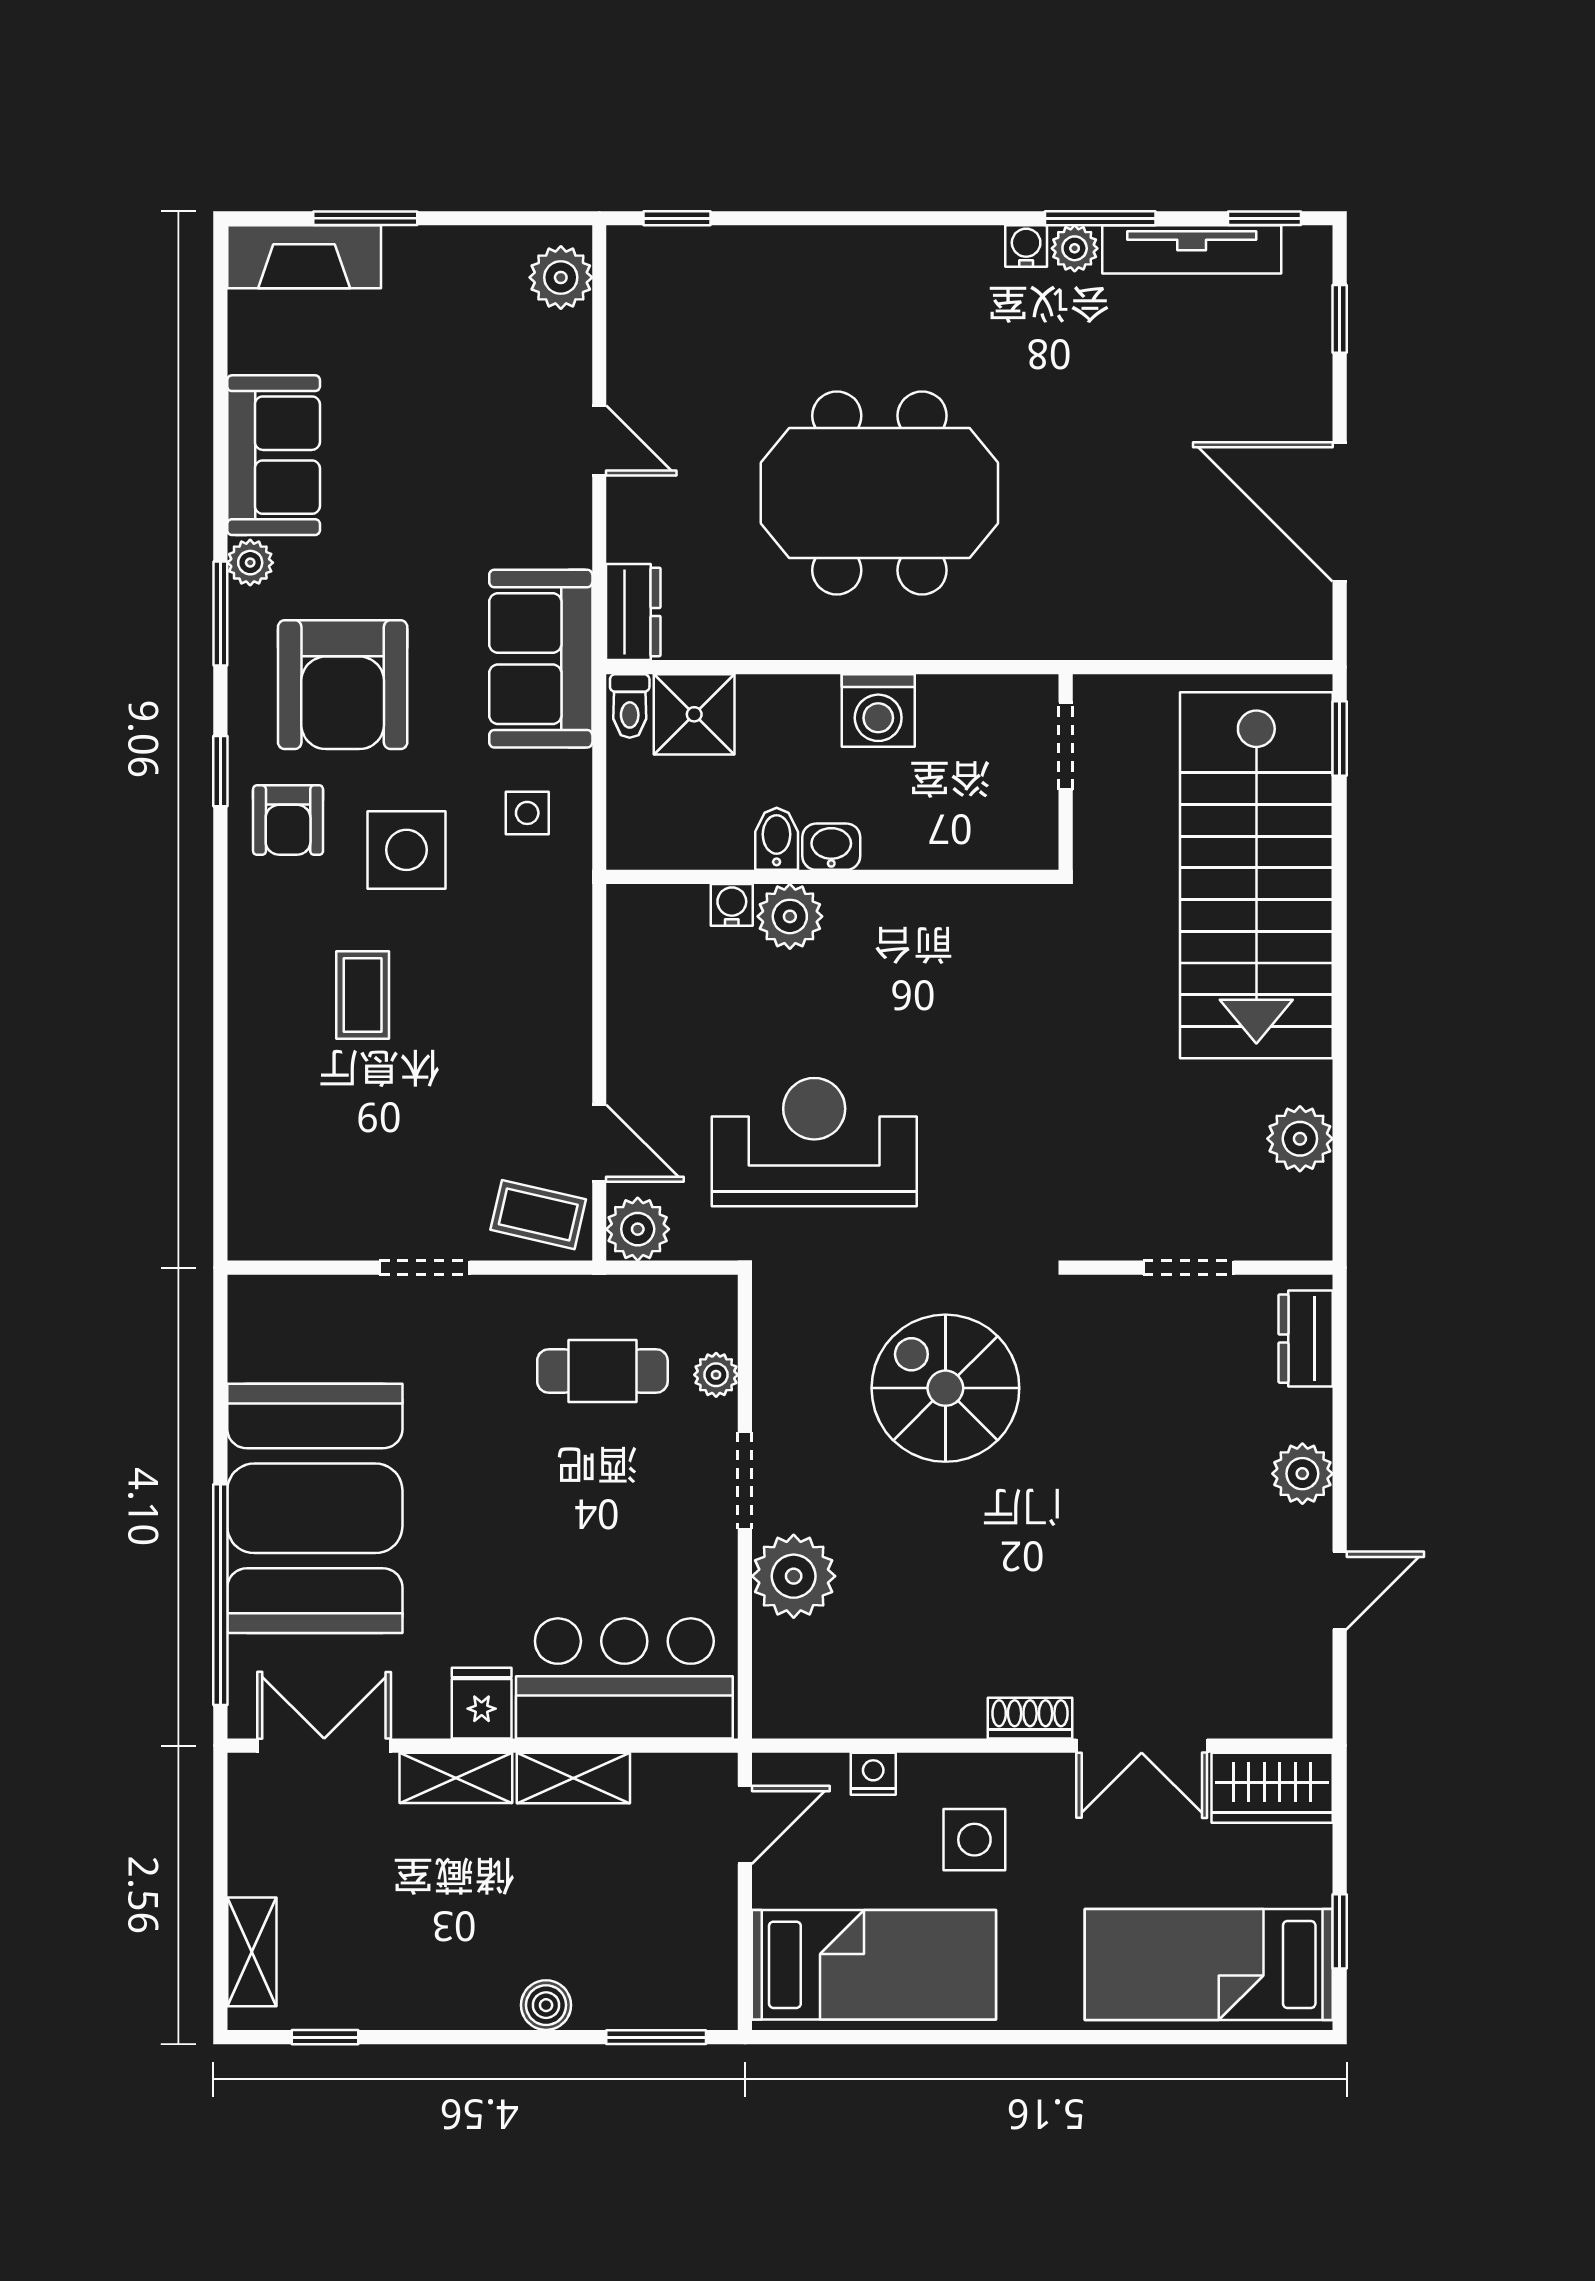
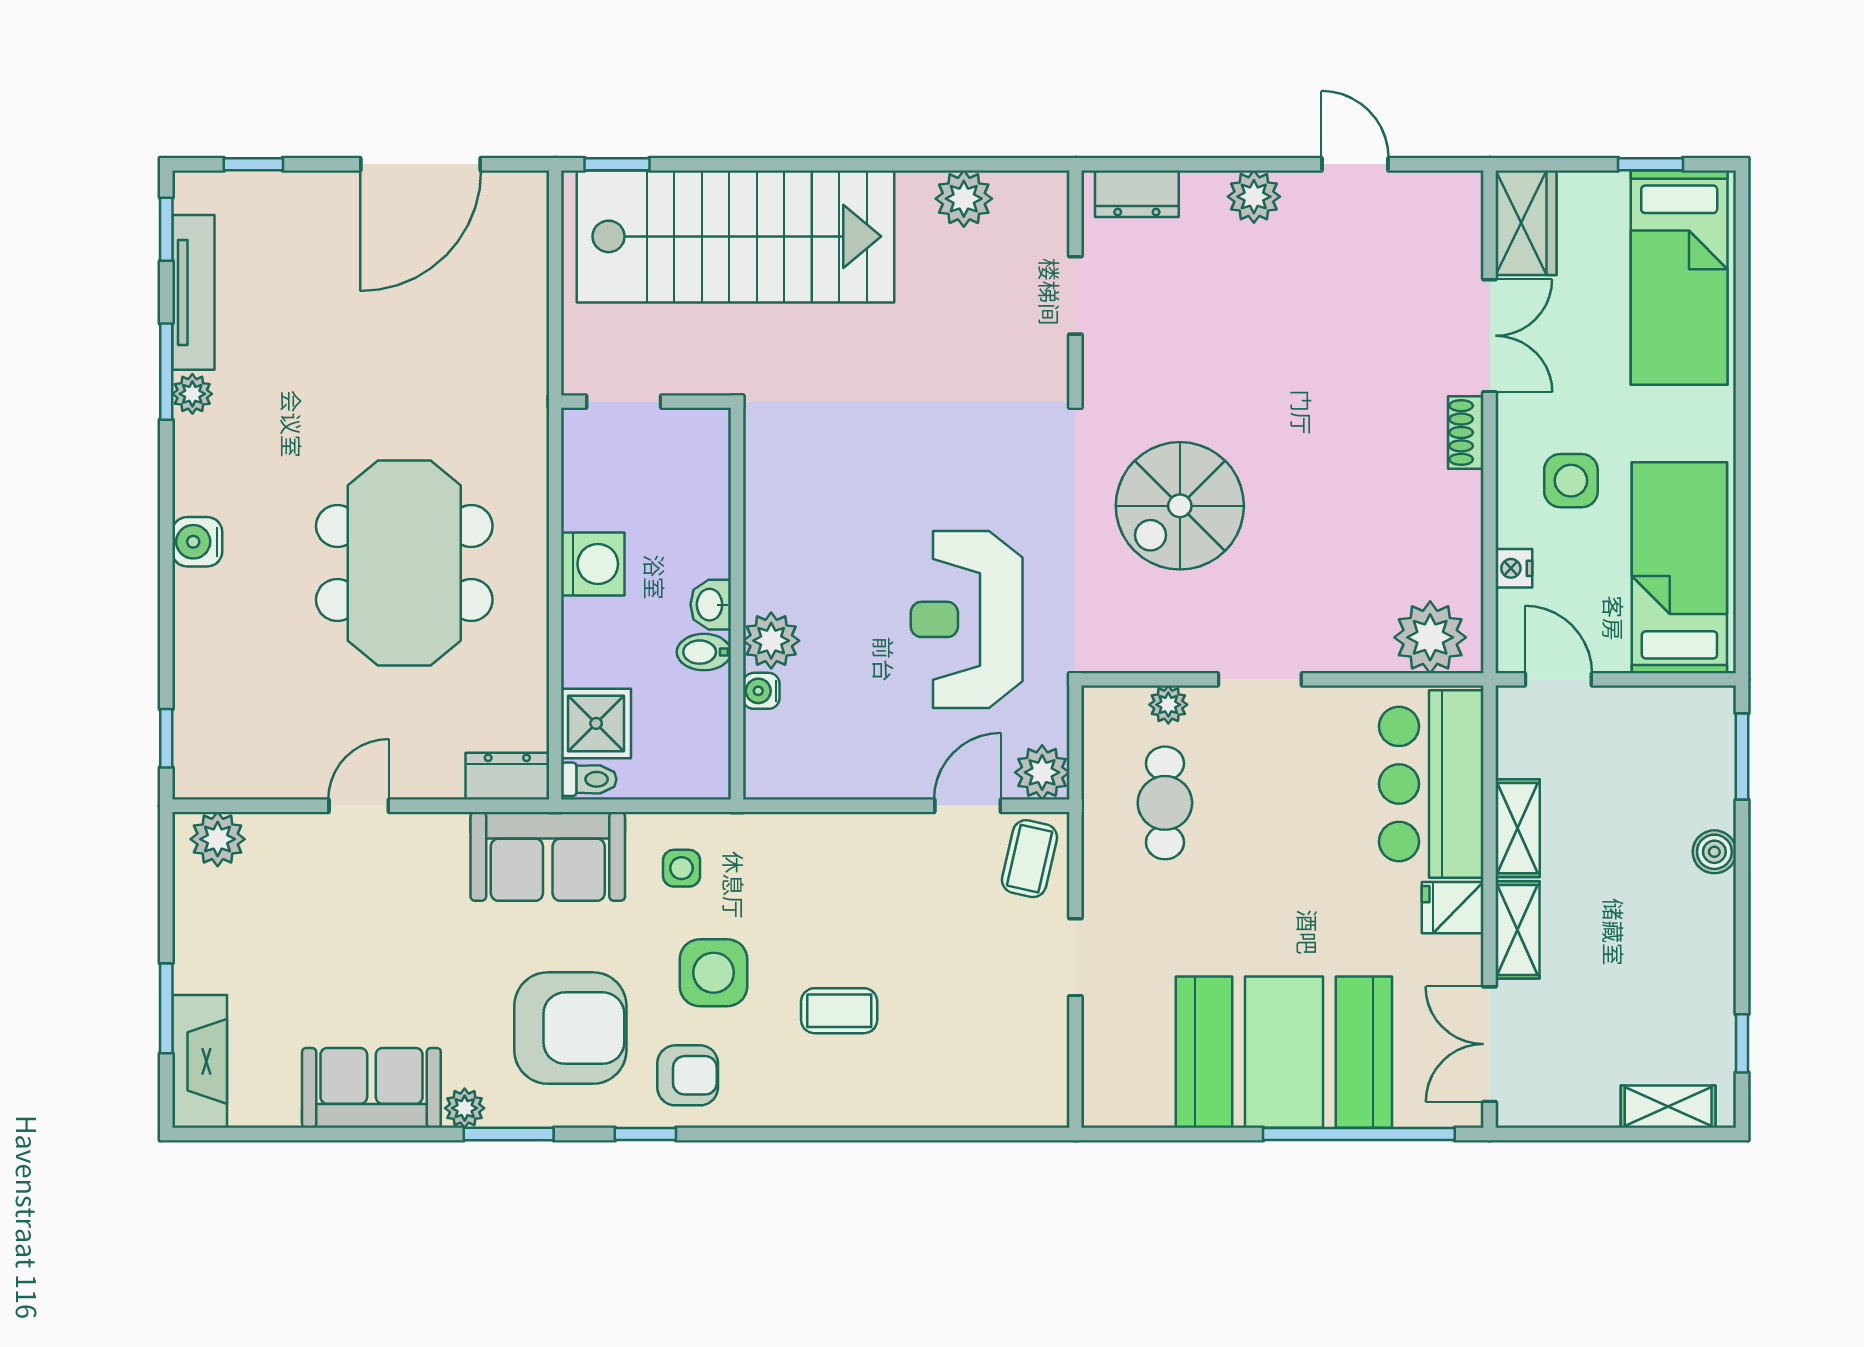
water cooler: (1026, 246) -> (197, 542), moved, width x1.38, depth x1.38
plant: (794, 1576) -> (1430, 637), moved

